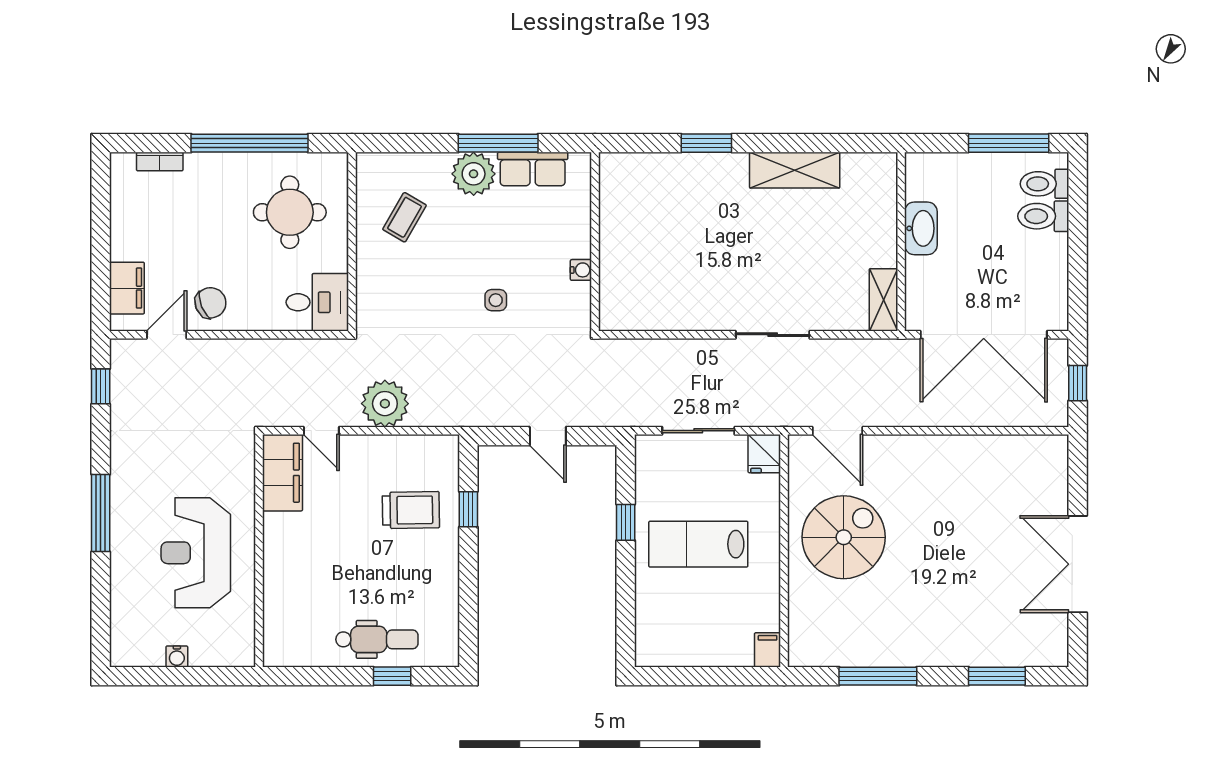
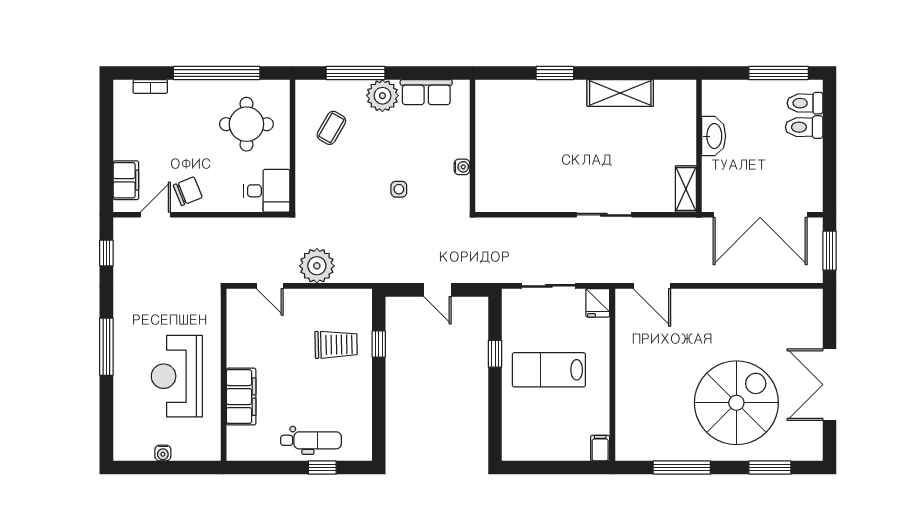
window: (498, 143) -> (356, 73), moved
window: (1078, 383) -> (830, 251), width x1.50
filing cabinet: (282, 473) -> (241, 397), moved
spiral stairs: (844, 537) -> (736, 403), moved, width x1.37, depth x1.37

